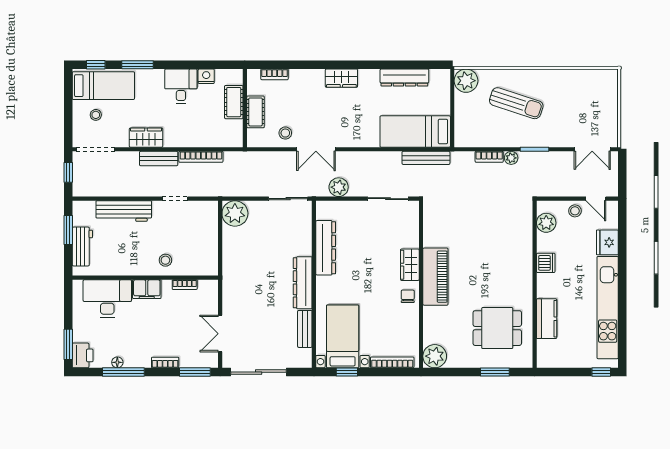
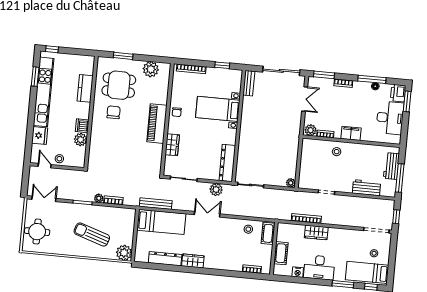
wardrobe: (341, 78) -> (193, 261), moved
desk: (181, 86) -> (319, 267), width x1.37
round table: (598, 100) -> (37, 232), added
cot: (255, 112) -> (268, 233), moved
wardrobe: (146, 138) -> (316, 232), moved
double door: (316, 149) -> (207, 214), moved
bench: (159, 159) -> (335, 220), removed
workbench: (124, 211) -> (366, 188), width x0.73
plant: (235, 213) -> (291, 183), width x0.53, depth x0.53
plant: (546, 223) -> (81, 140), moved
window: (68, 230) -> (400, 178), width x1.44
dresser: (326, 248) -> (227, 163), moved
wardrobe: (410, 265) -> (172, 145), moved
dresser: (303, 283) -> (246, 128), removed
chair: (501, 287) -> (114, 112), added
plant: (207, 288) -> (311, 130), added
desk: (107, 299) -> (390, 118), moved, turned -90
bench: (305, 329) -> (249, 83), moved
window: (622, 329) -> (35, 77), added
bed with nightstands: (343, 336) -> (218, 109), moved, turned 90
plant: (435, 356) -> (151, 69), moved

